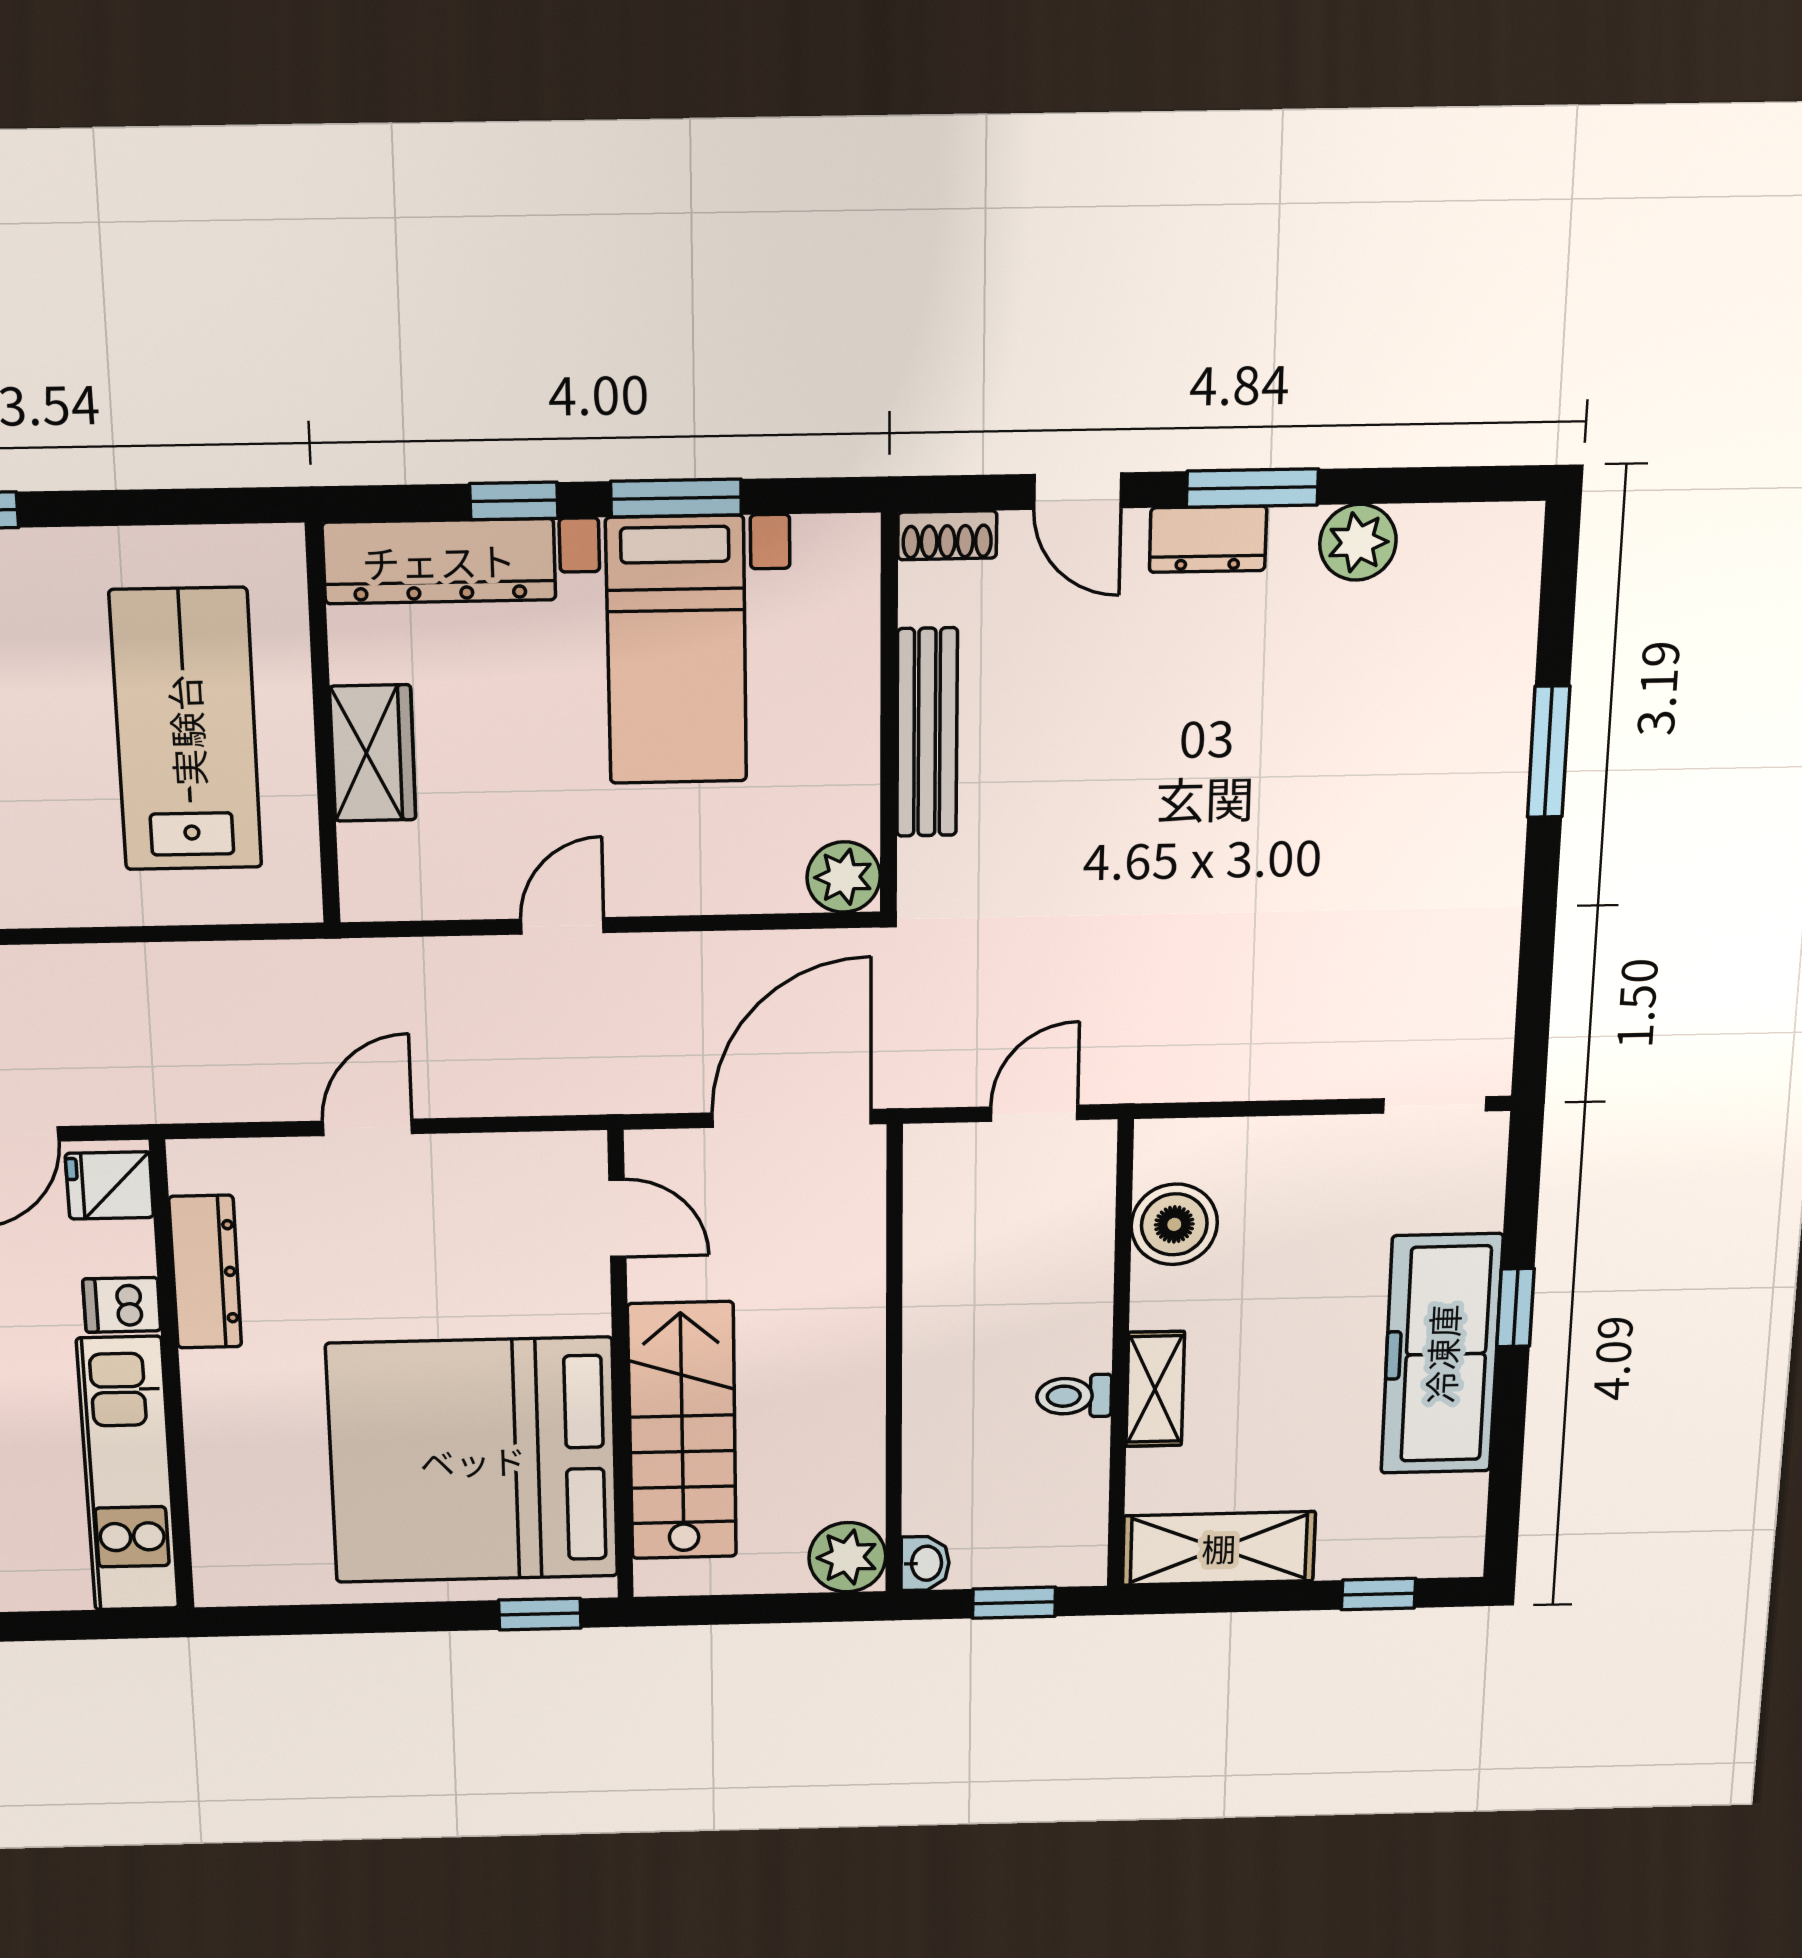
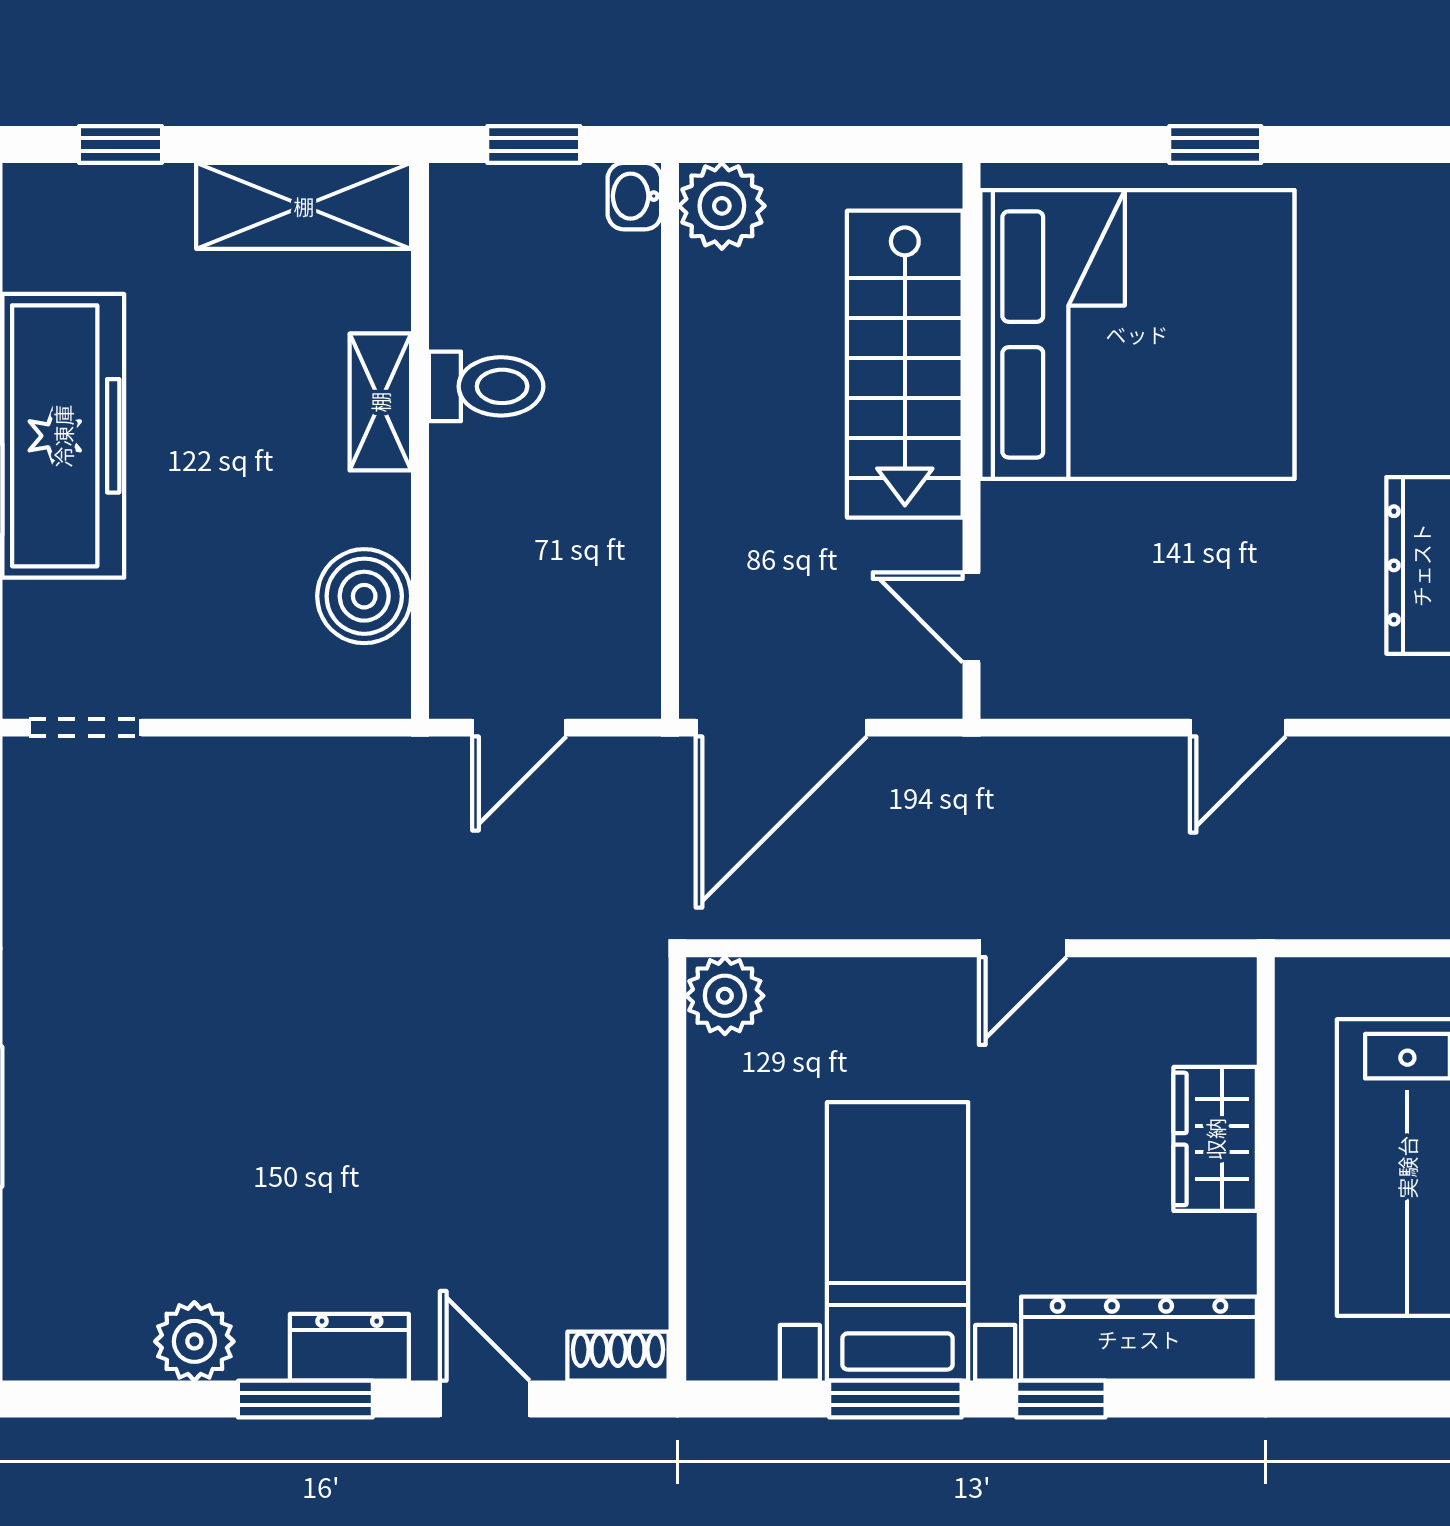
bench: (927, 733) -> (638, 1150), removed
toilet: (1074, 1396) -> (486, 386), width x1.37, depth x1.39
window: (540, 1614) -> (1215, 144), moved

